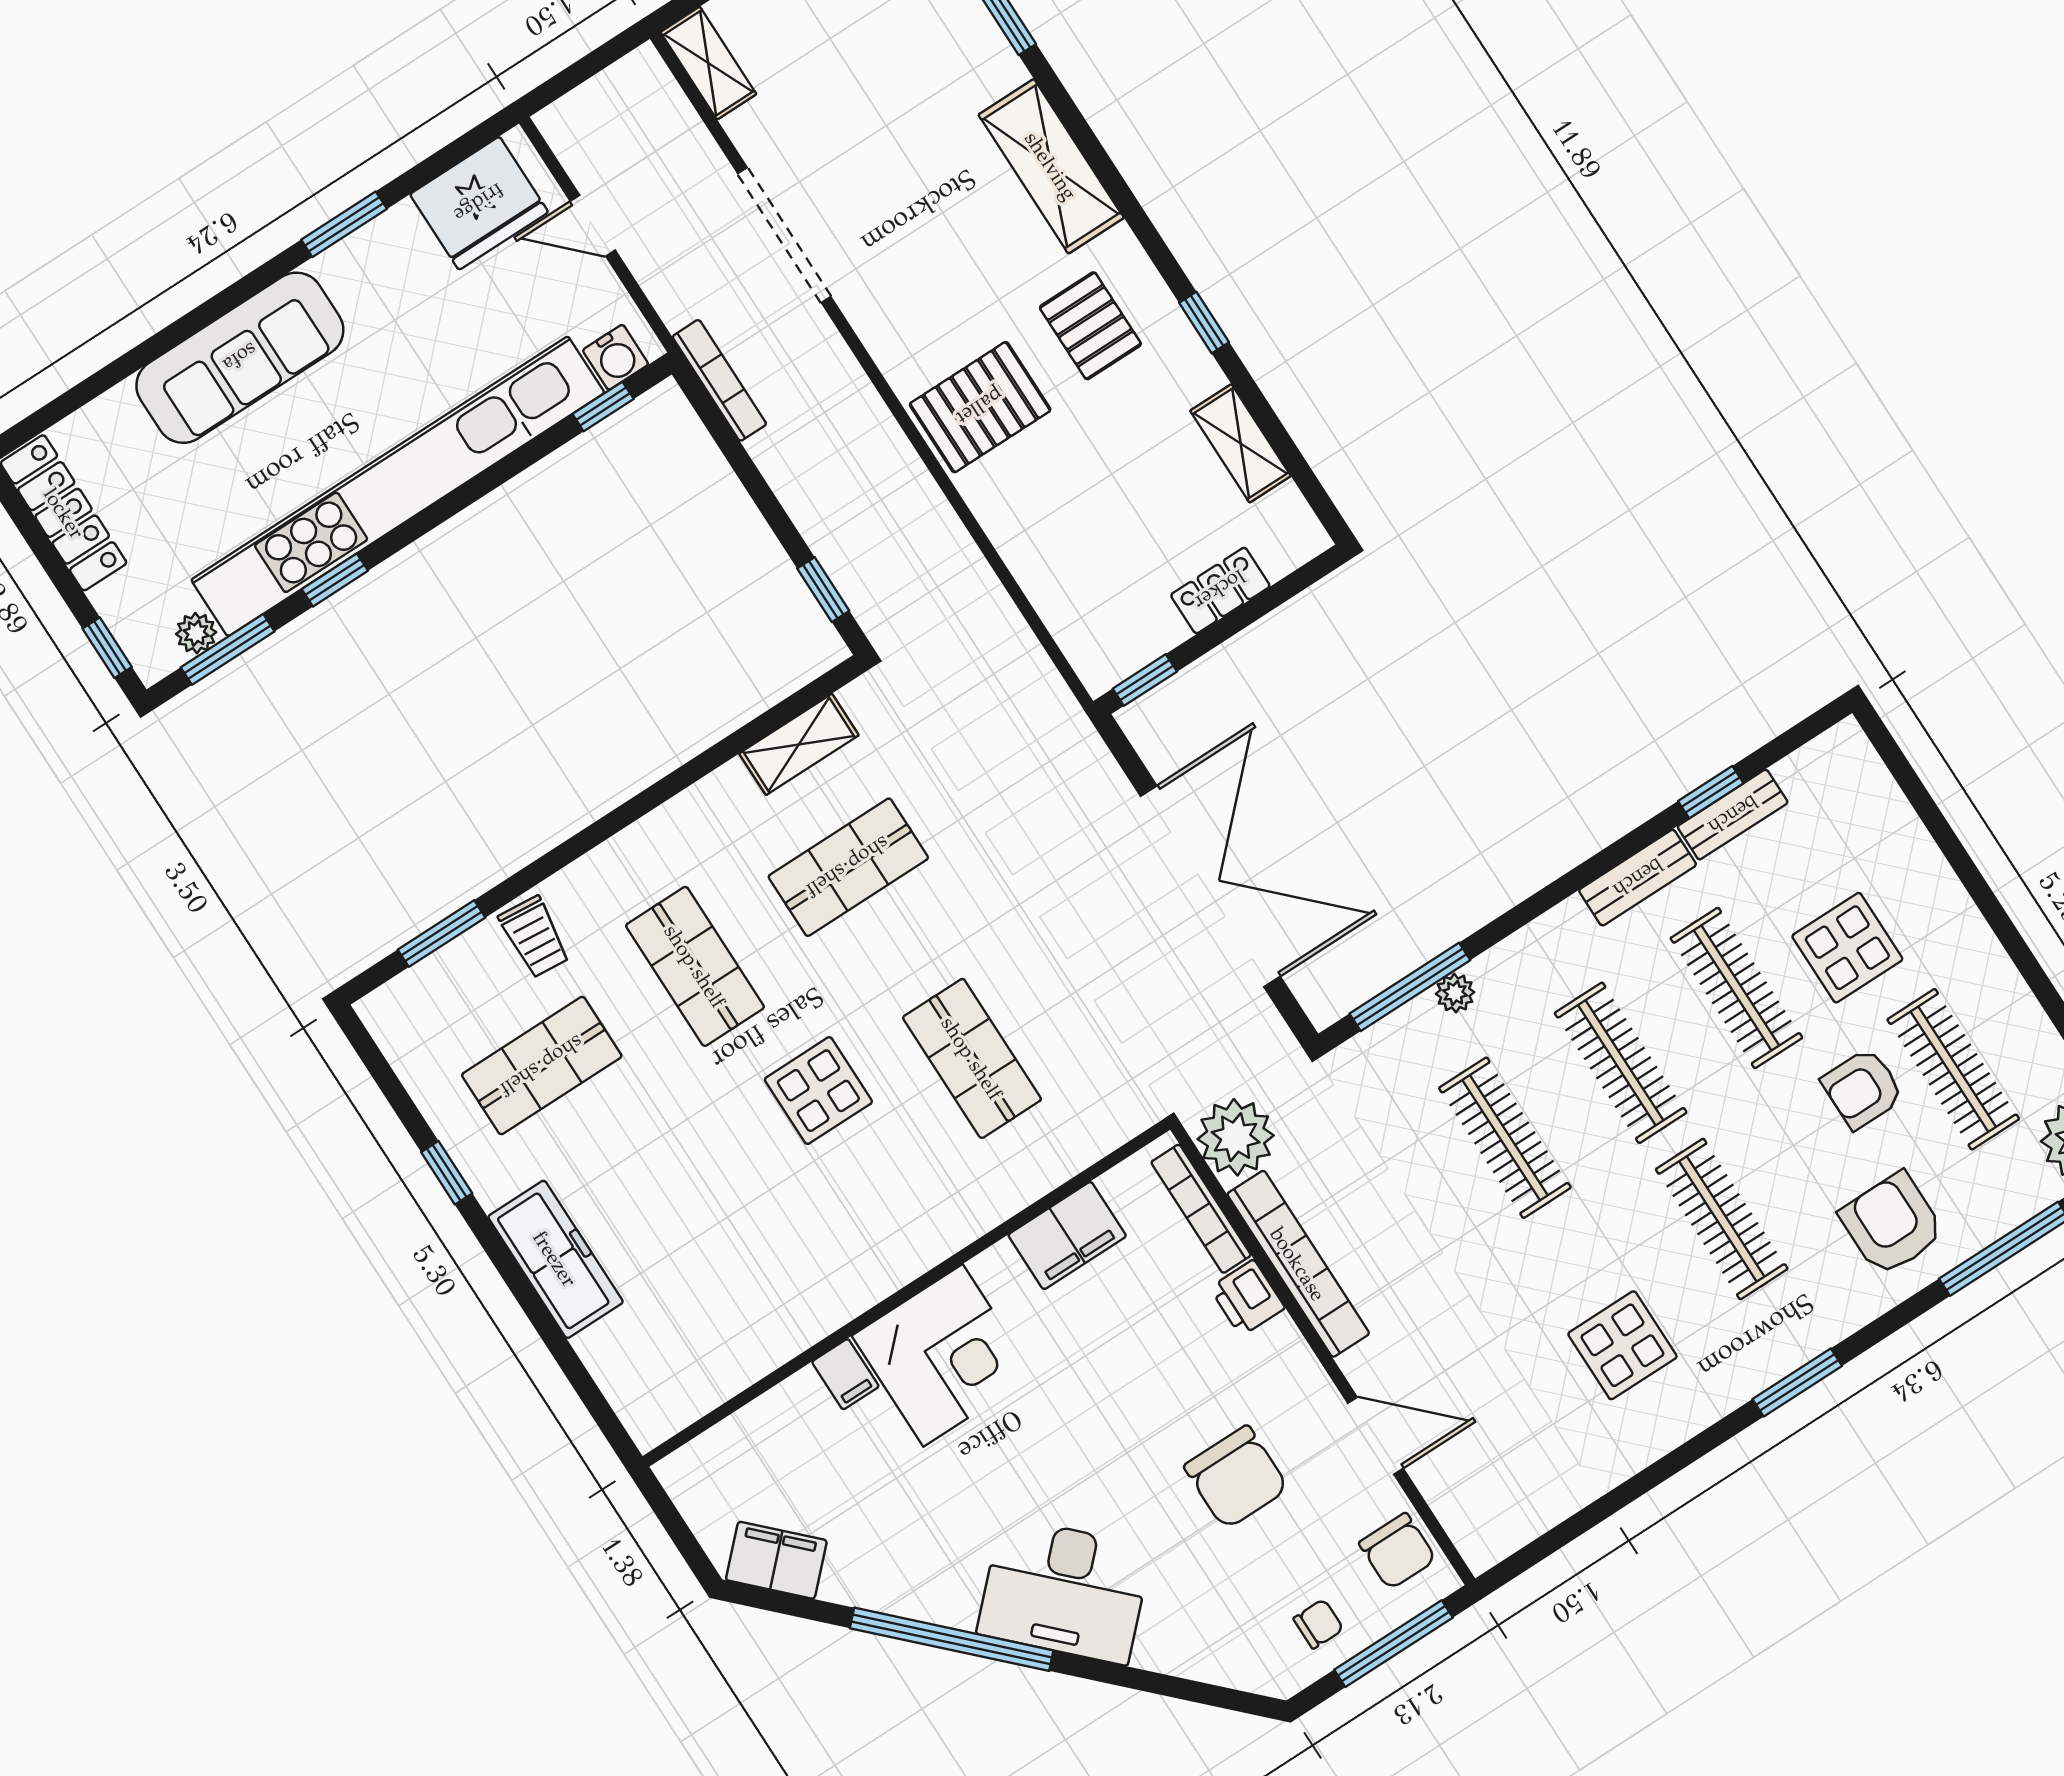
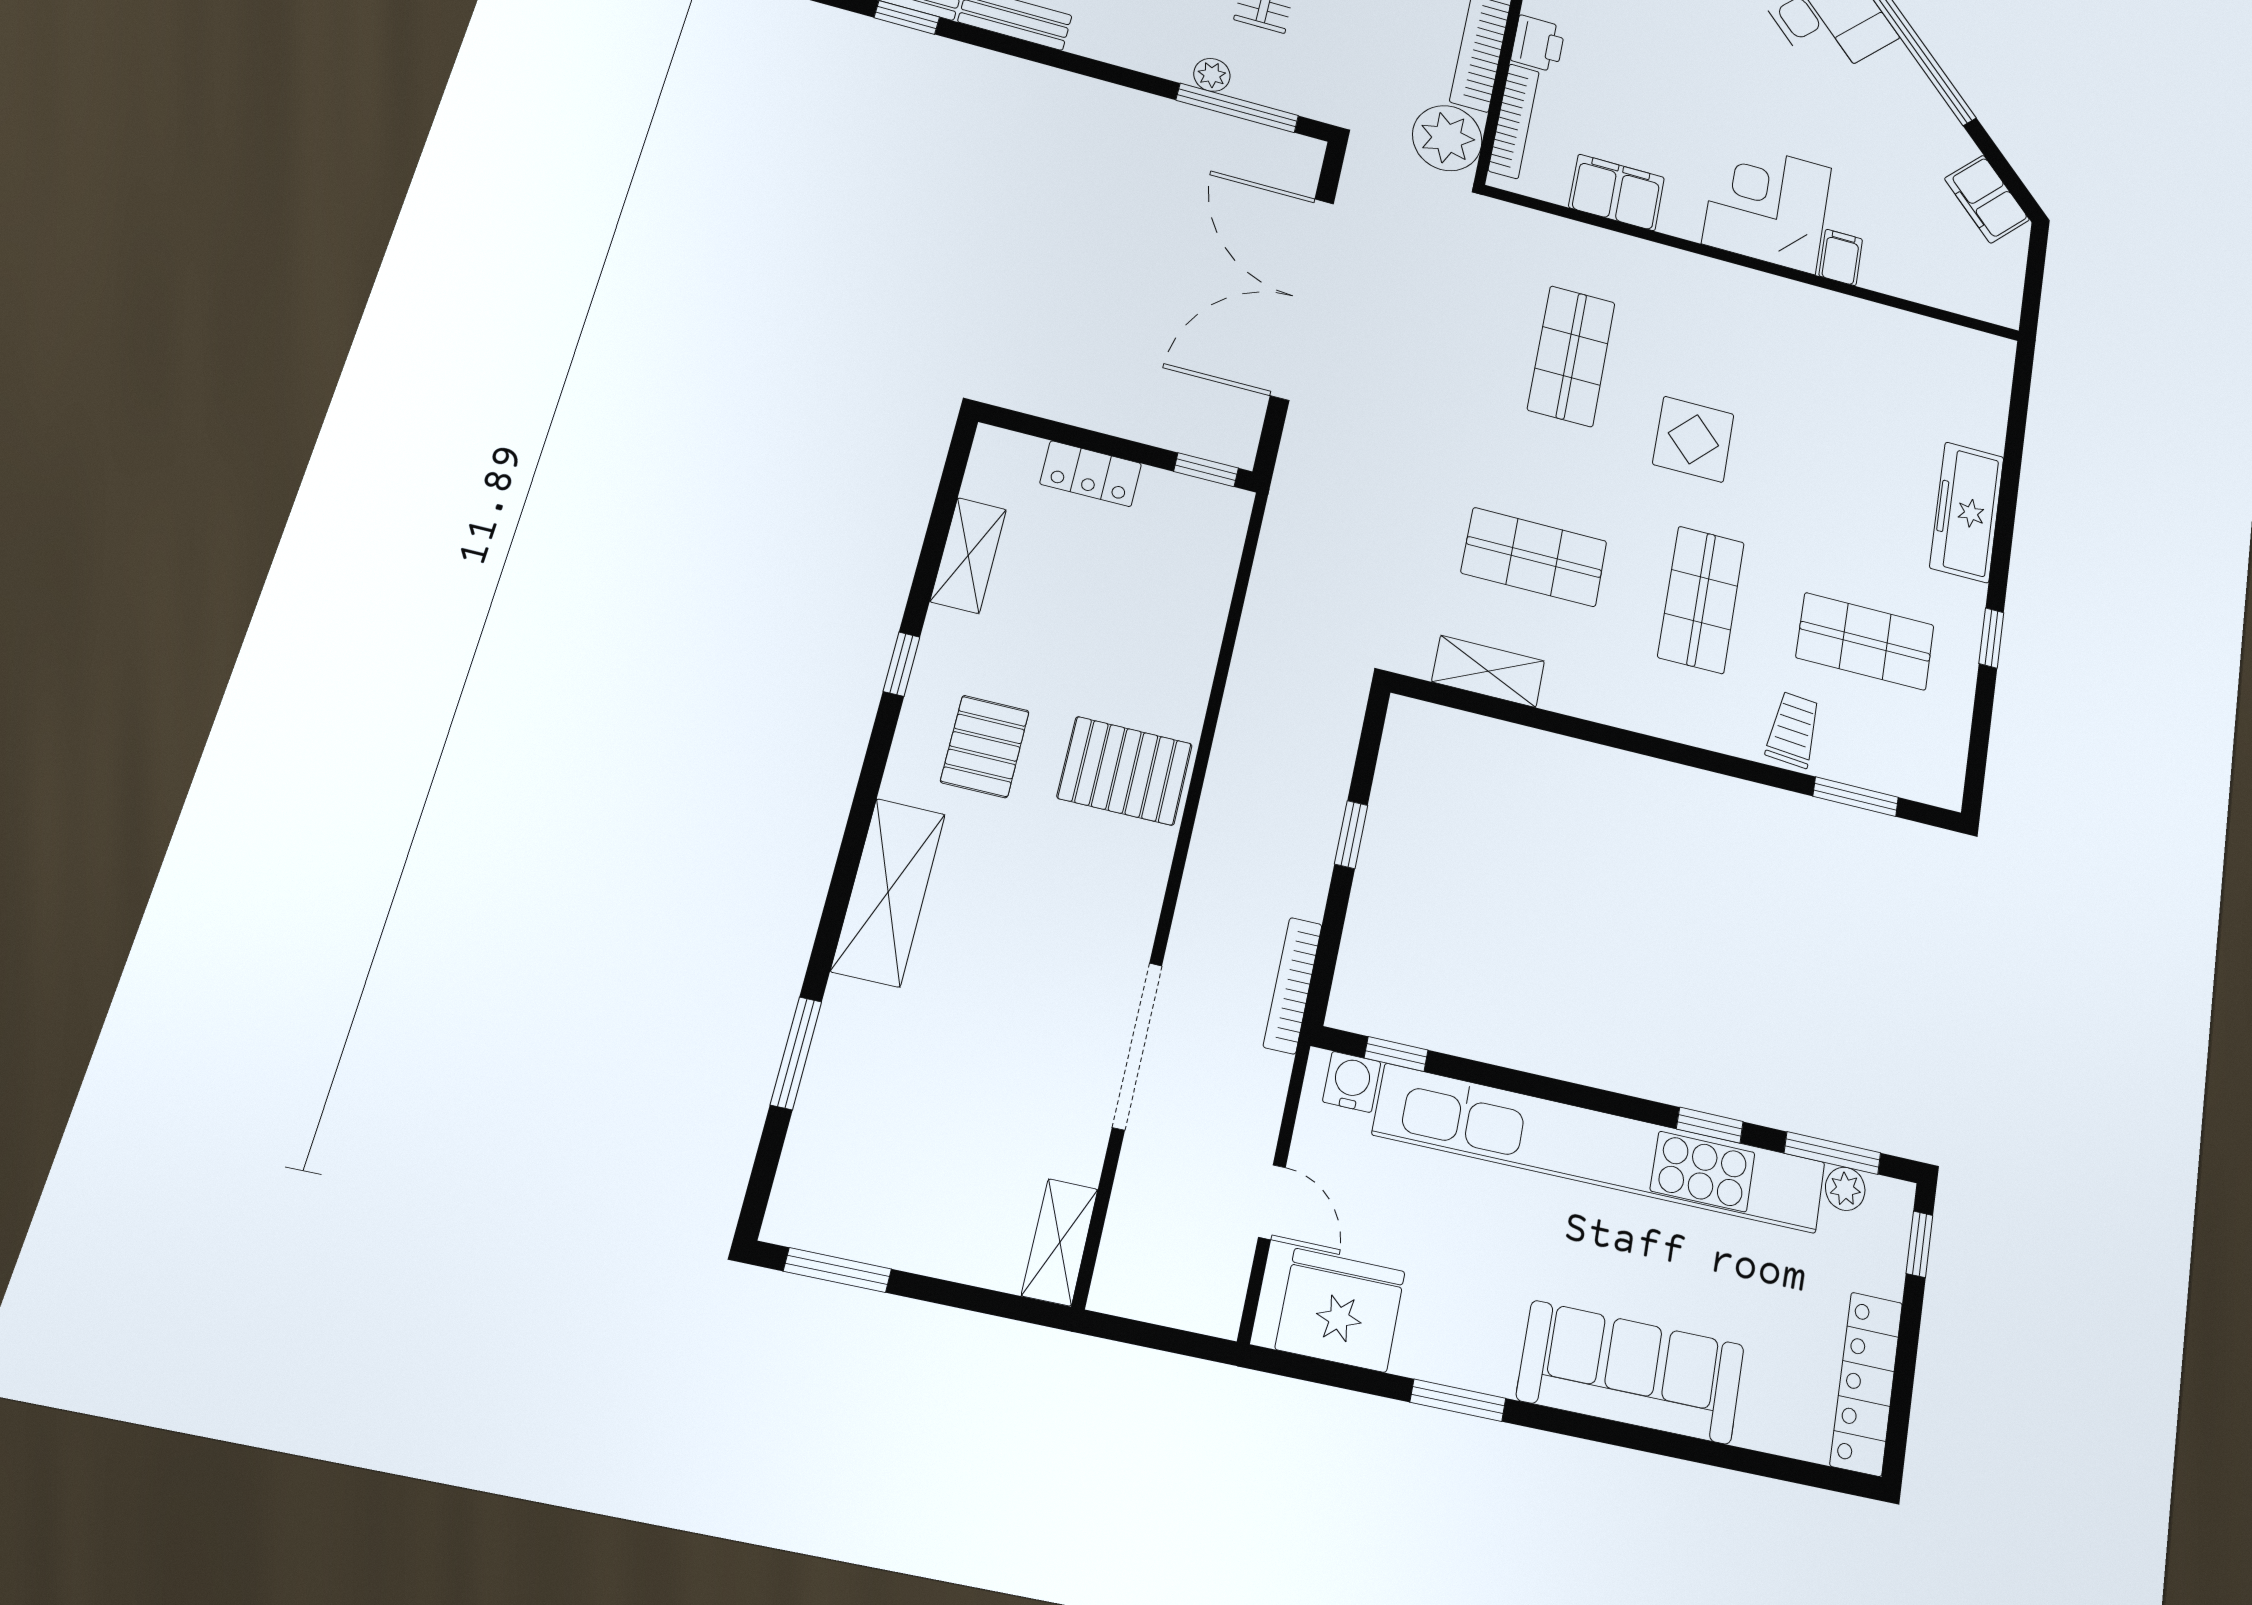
window: (823, 590) -> (1351, 835), moved

